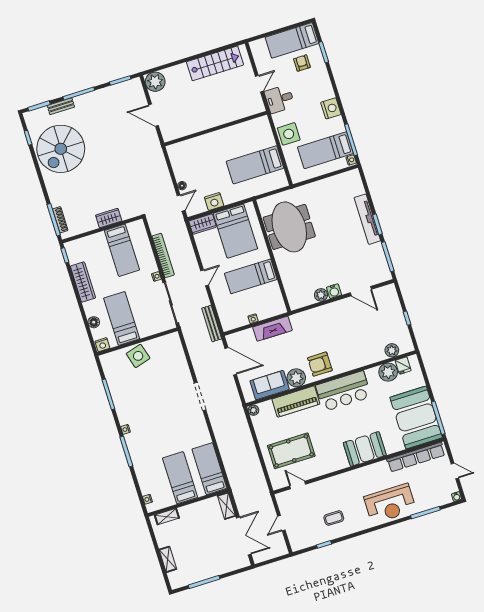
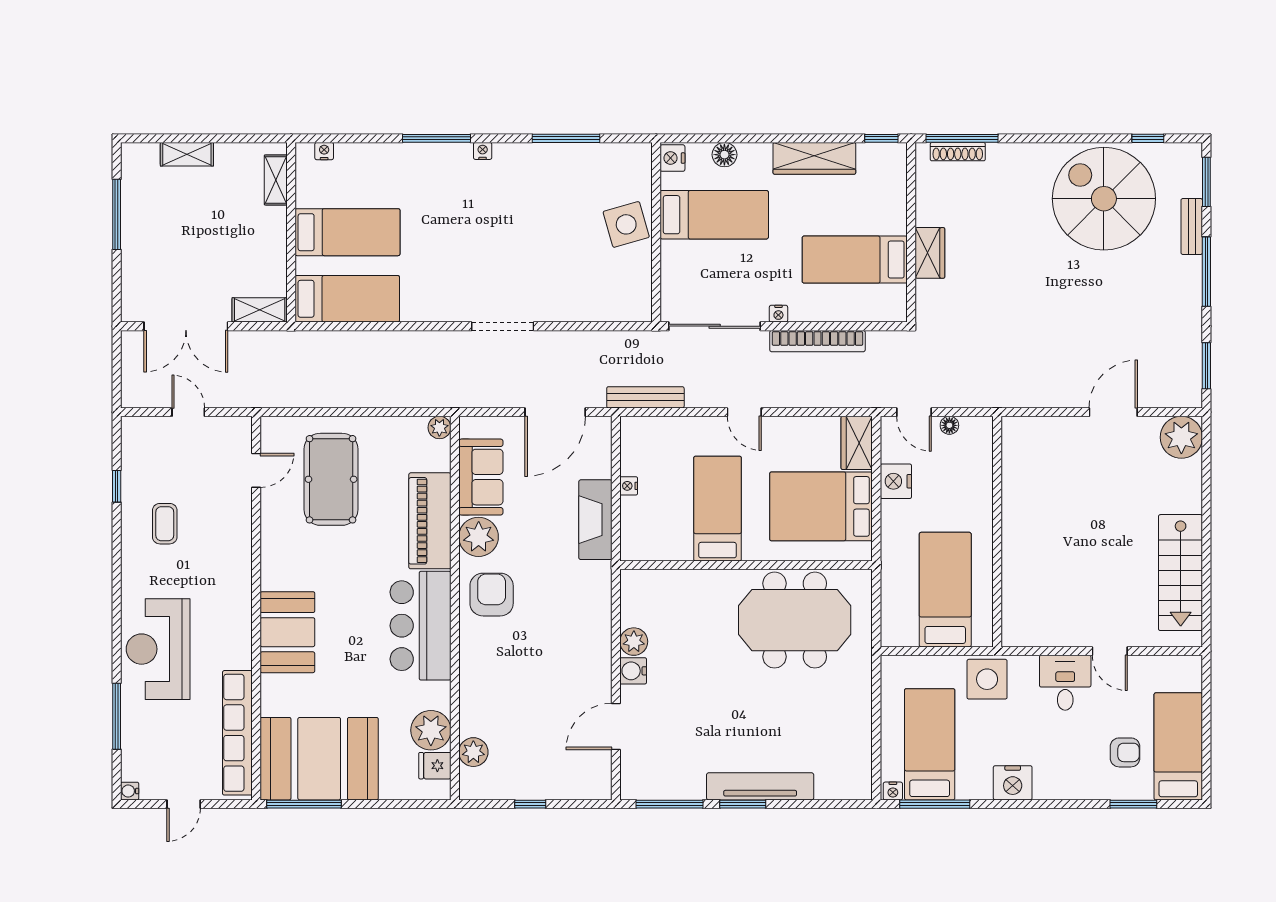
wall: (216, 129) -> (997, 532), moved

